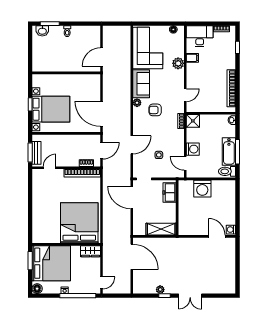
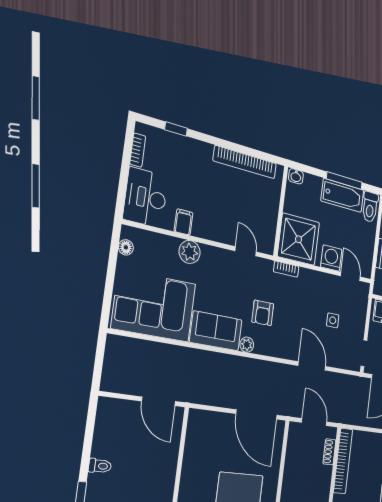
door: (101, 114) -> (257, 414), hinge flipped
shower: (193, 121) -> (298, 239), width x1.86, depth x1.86
door: (185, 163) -> (350, 276), swing flipped

